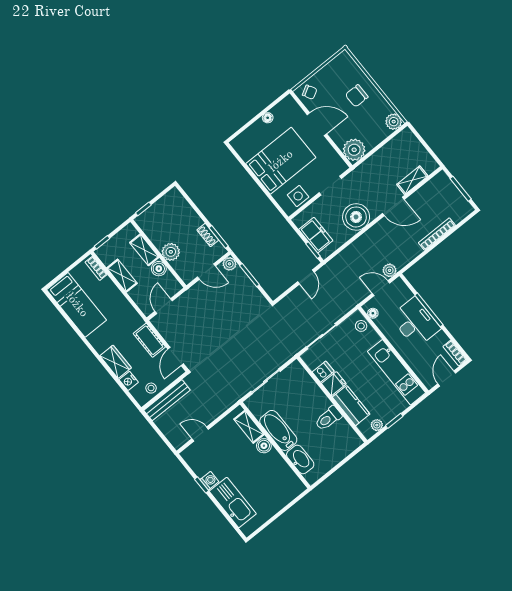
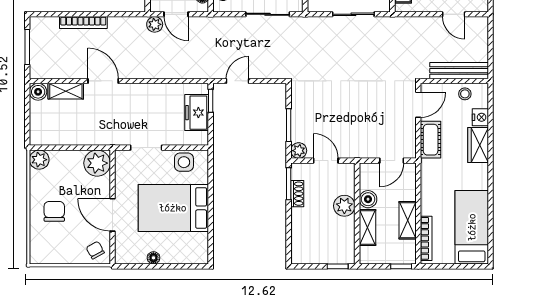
chair: (357, 96) -> (54, 211), turned -90
boiler: (356, 217) -> (38, 92), moved, width x0.54, depth x0.54
bookcase: (96, 268) -> (426, 238), width x1.56

